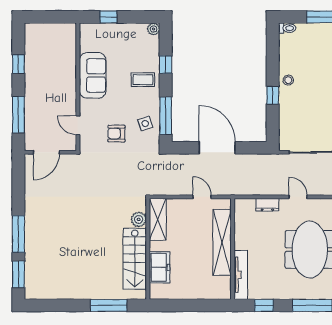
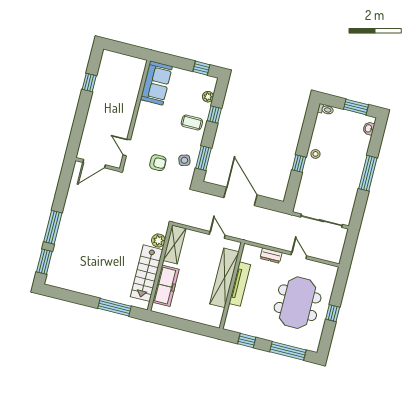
window: (108, 17) -> (201, 68), moved
plant: (154, 29) -> (208, 97), moved
sofa: (93, 75) -> (156, 83), moved
window: (18, 115) -> (78, 126), removed
window: (166, 116) -> (203, 158), width x0.69
armchair: (116, 134) -> (158, 163), turned 180
freezer: (159, 267) -> (166, 286), width x1.40
tv unit: (241, 275) -> (240, 284), moved

